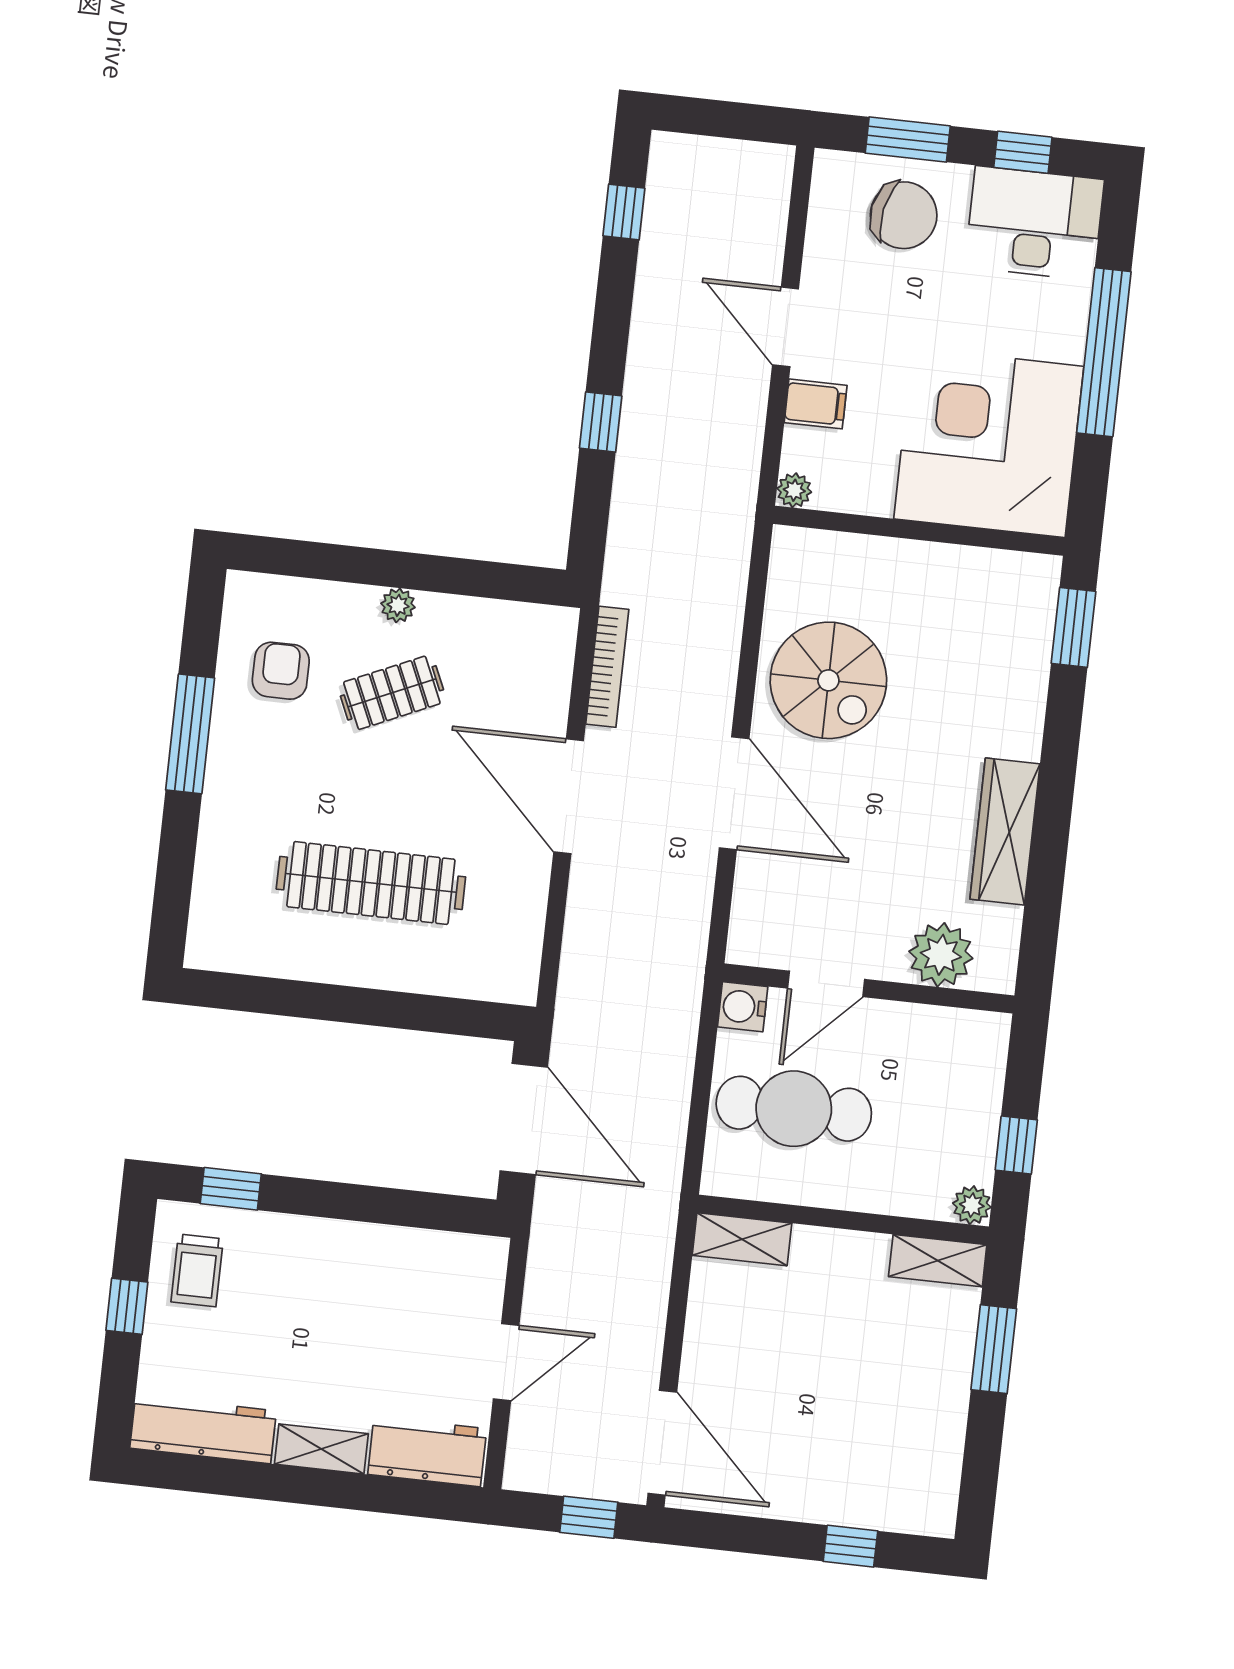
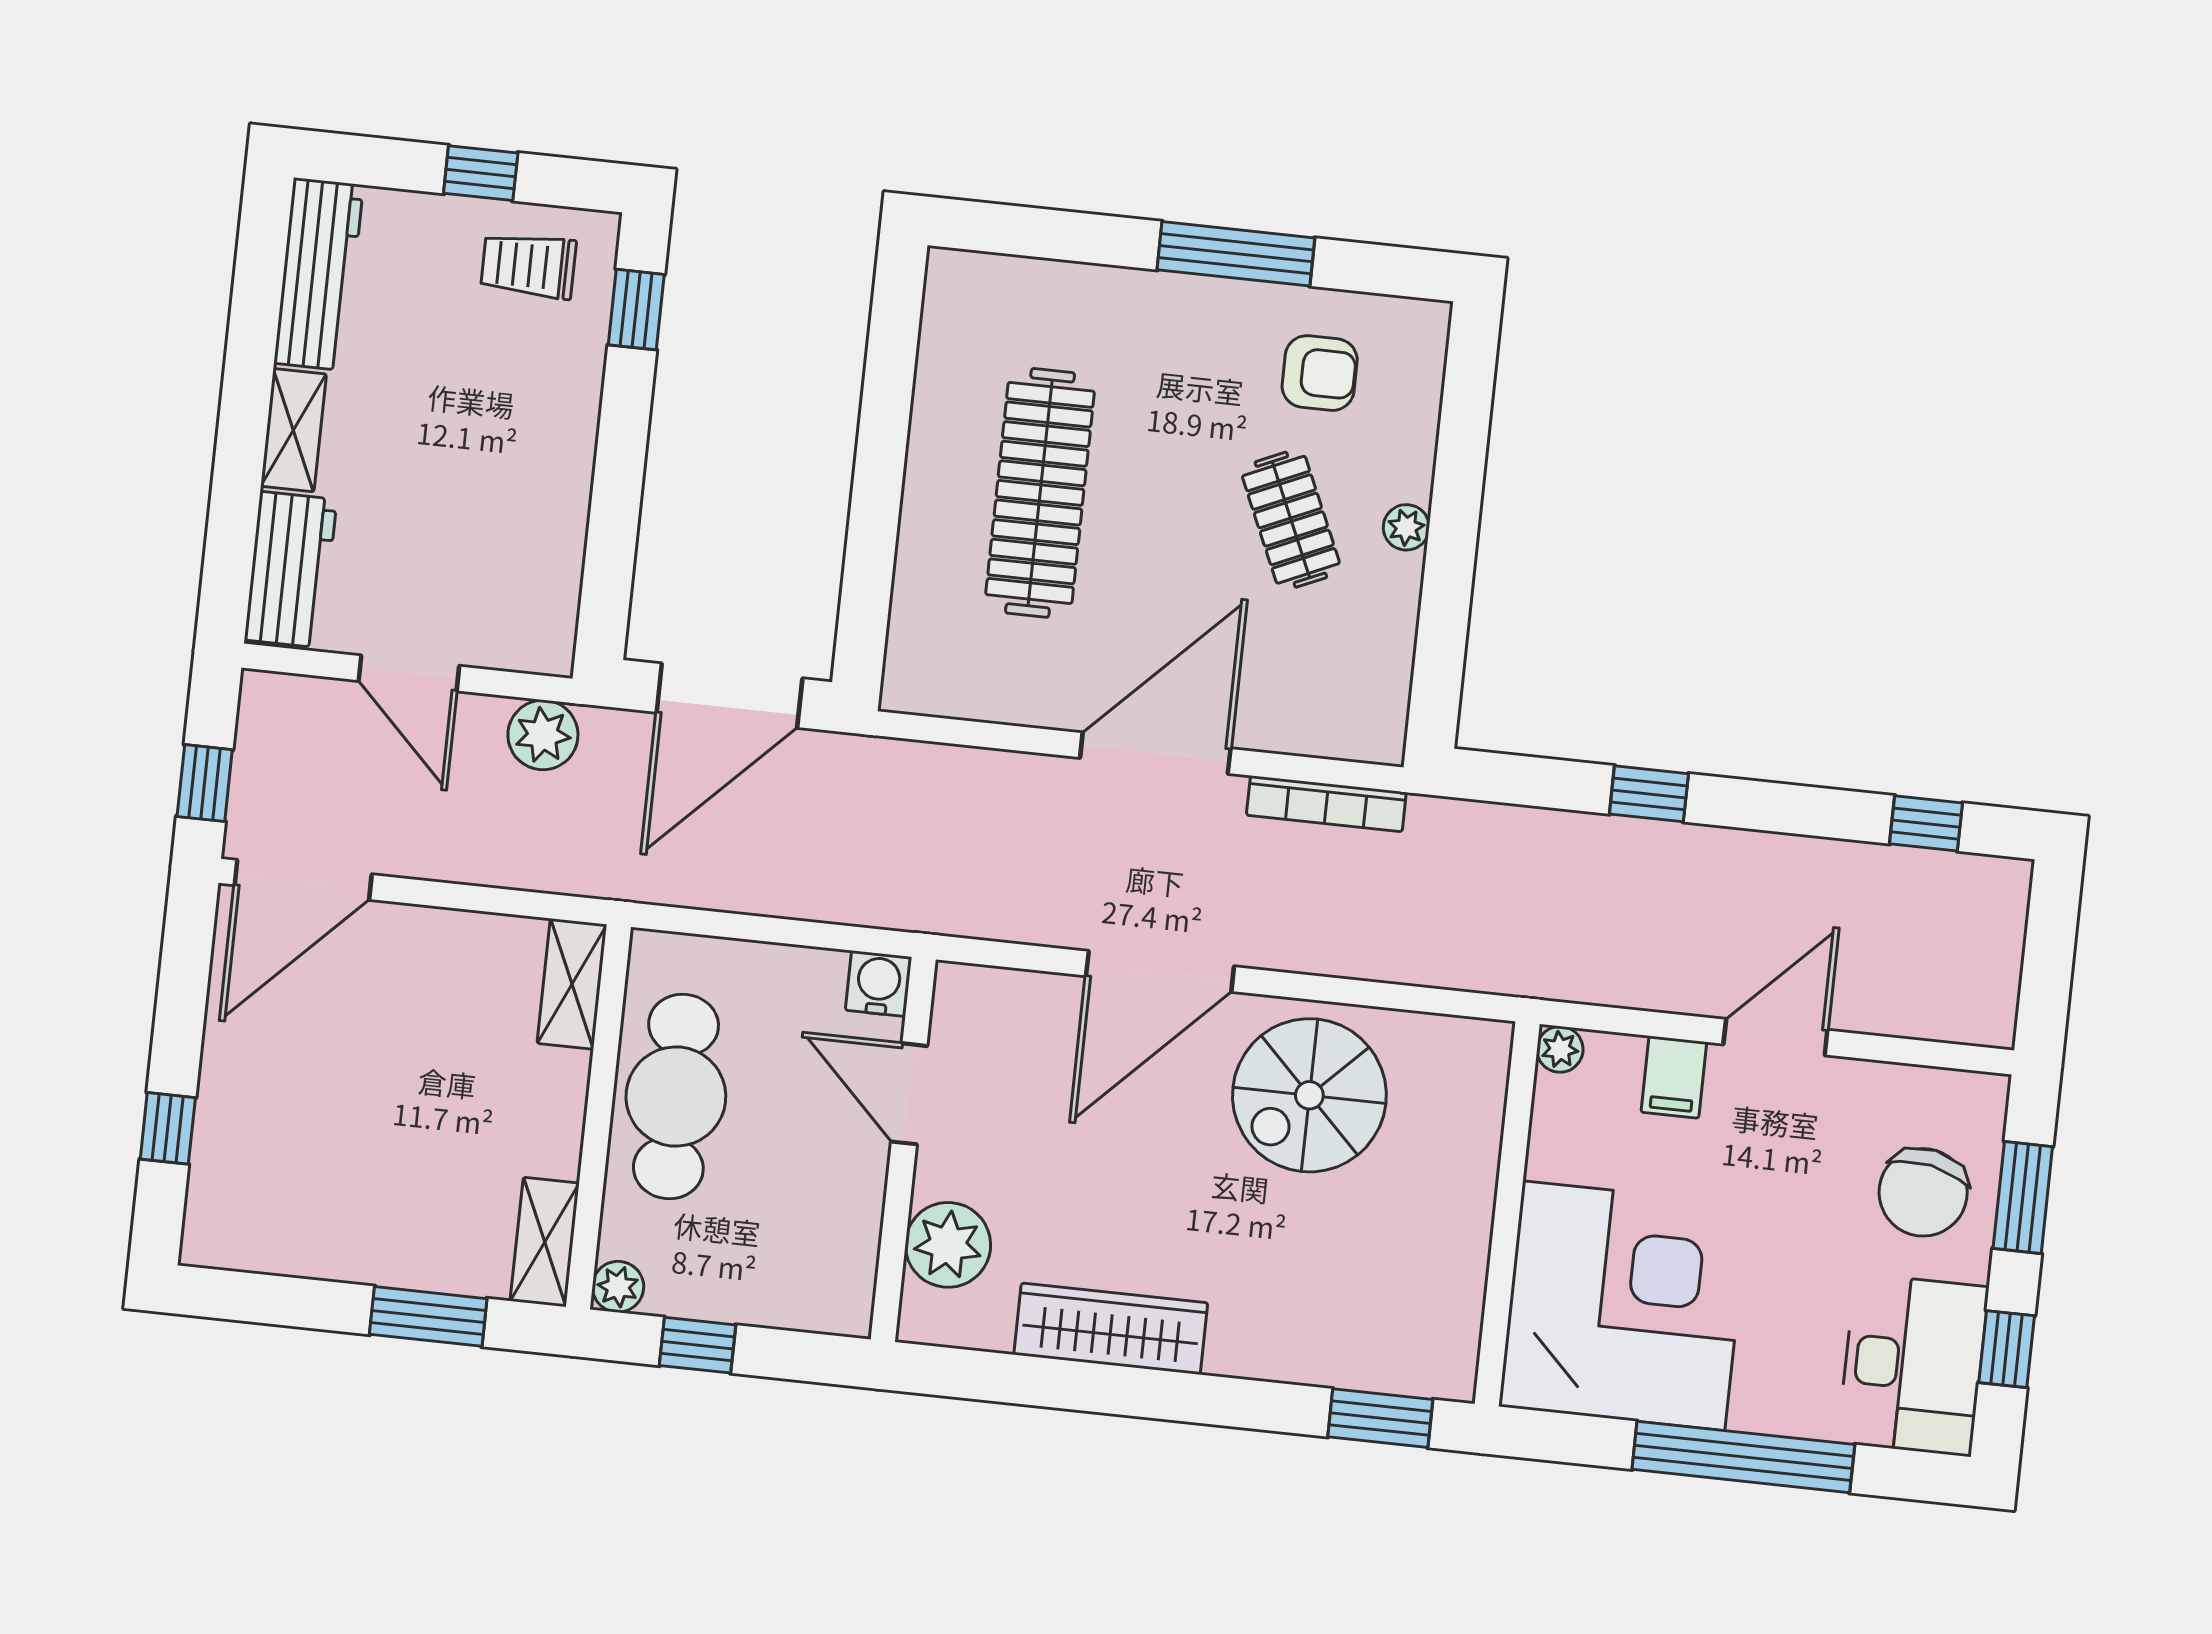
cafe table: (794, 1109) -> (676, 1097), moved
plant: (553, 1261) -> (543, 735), added

